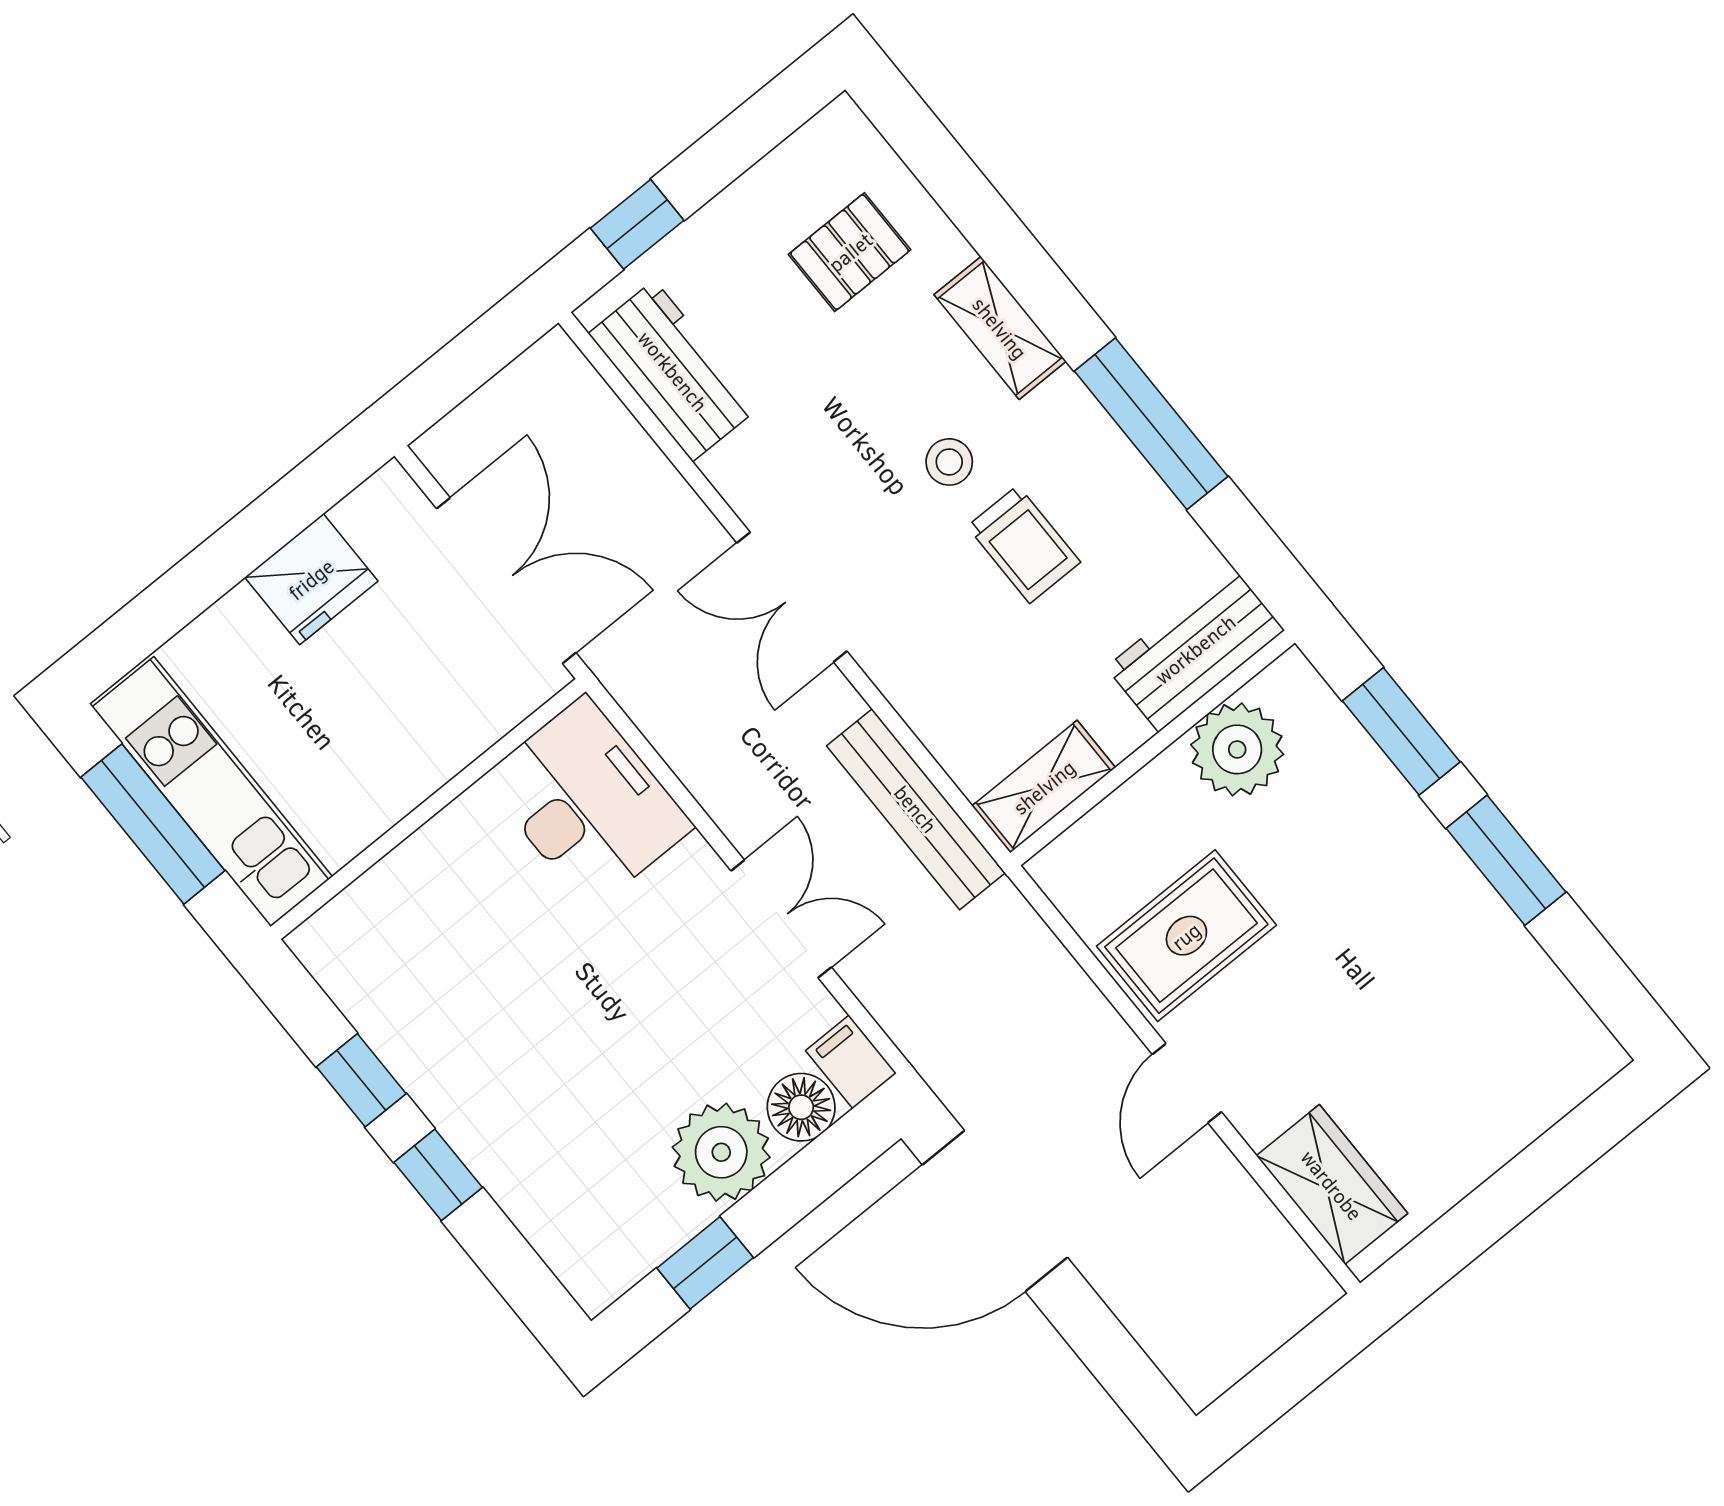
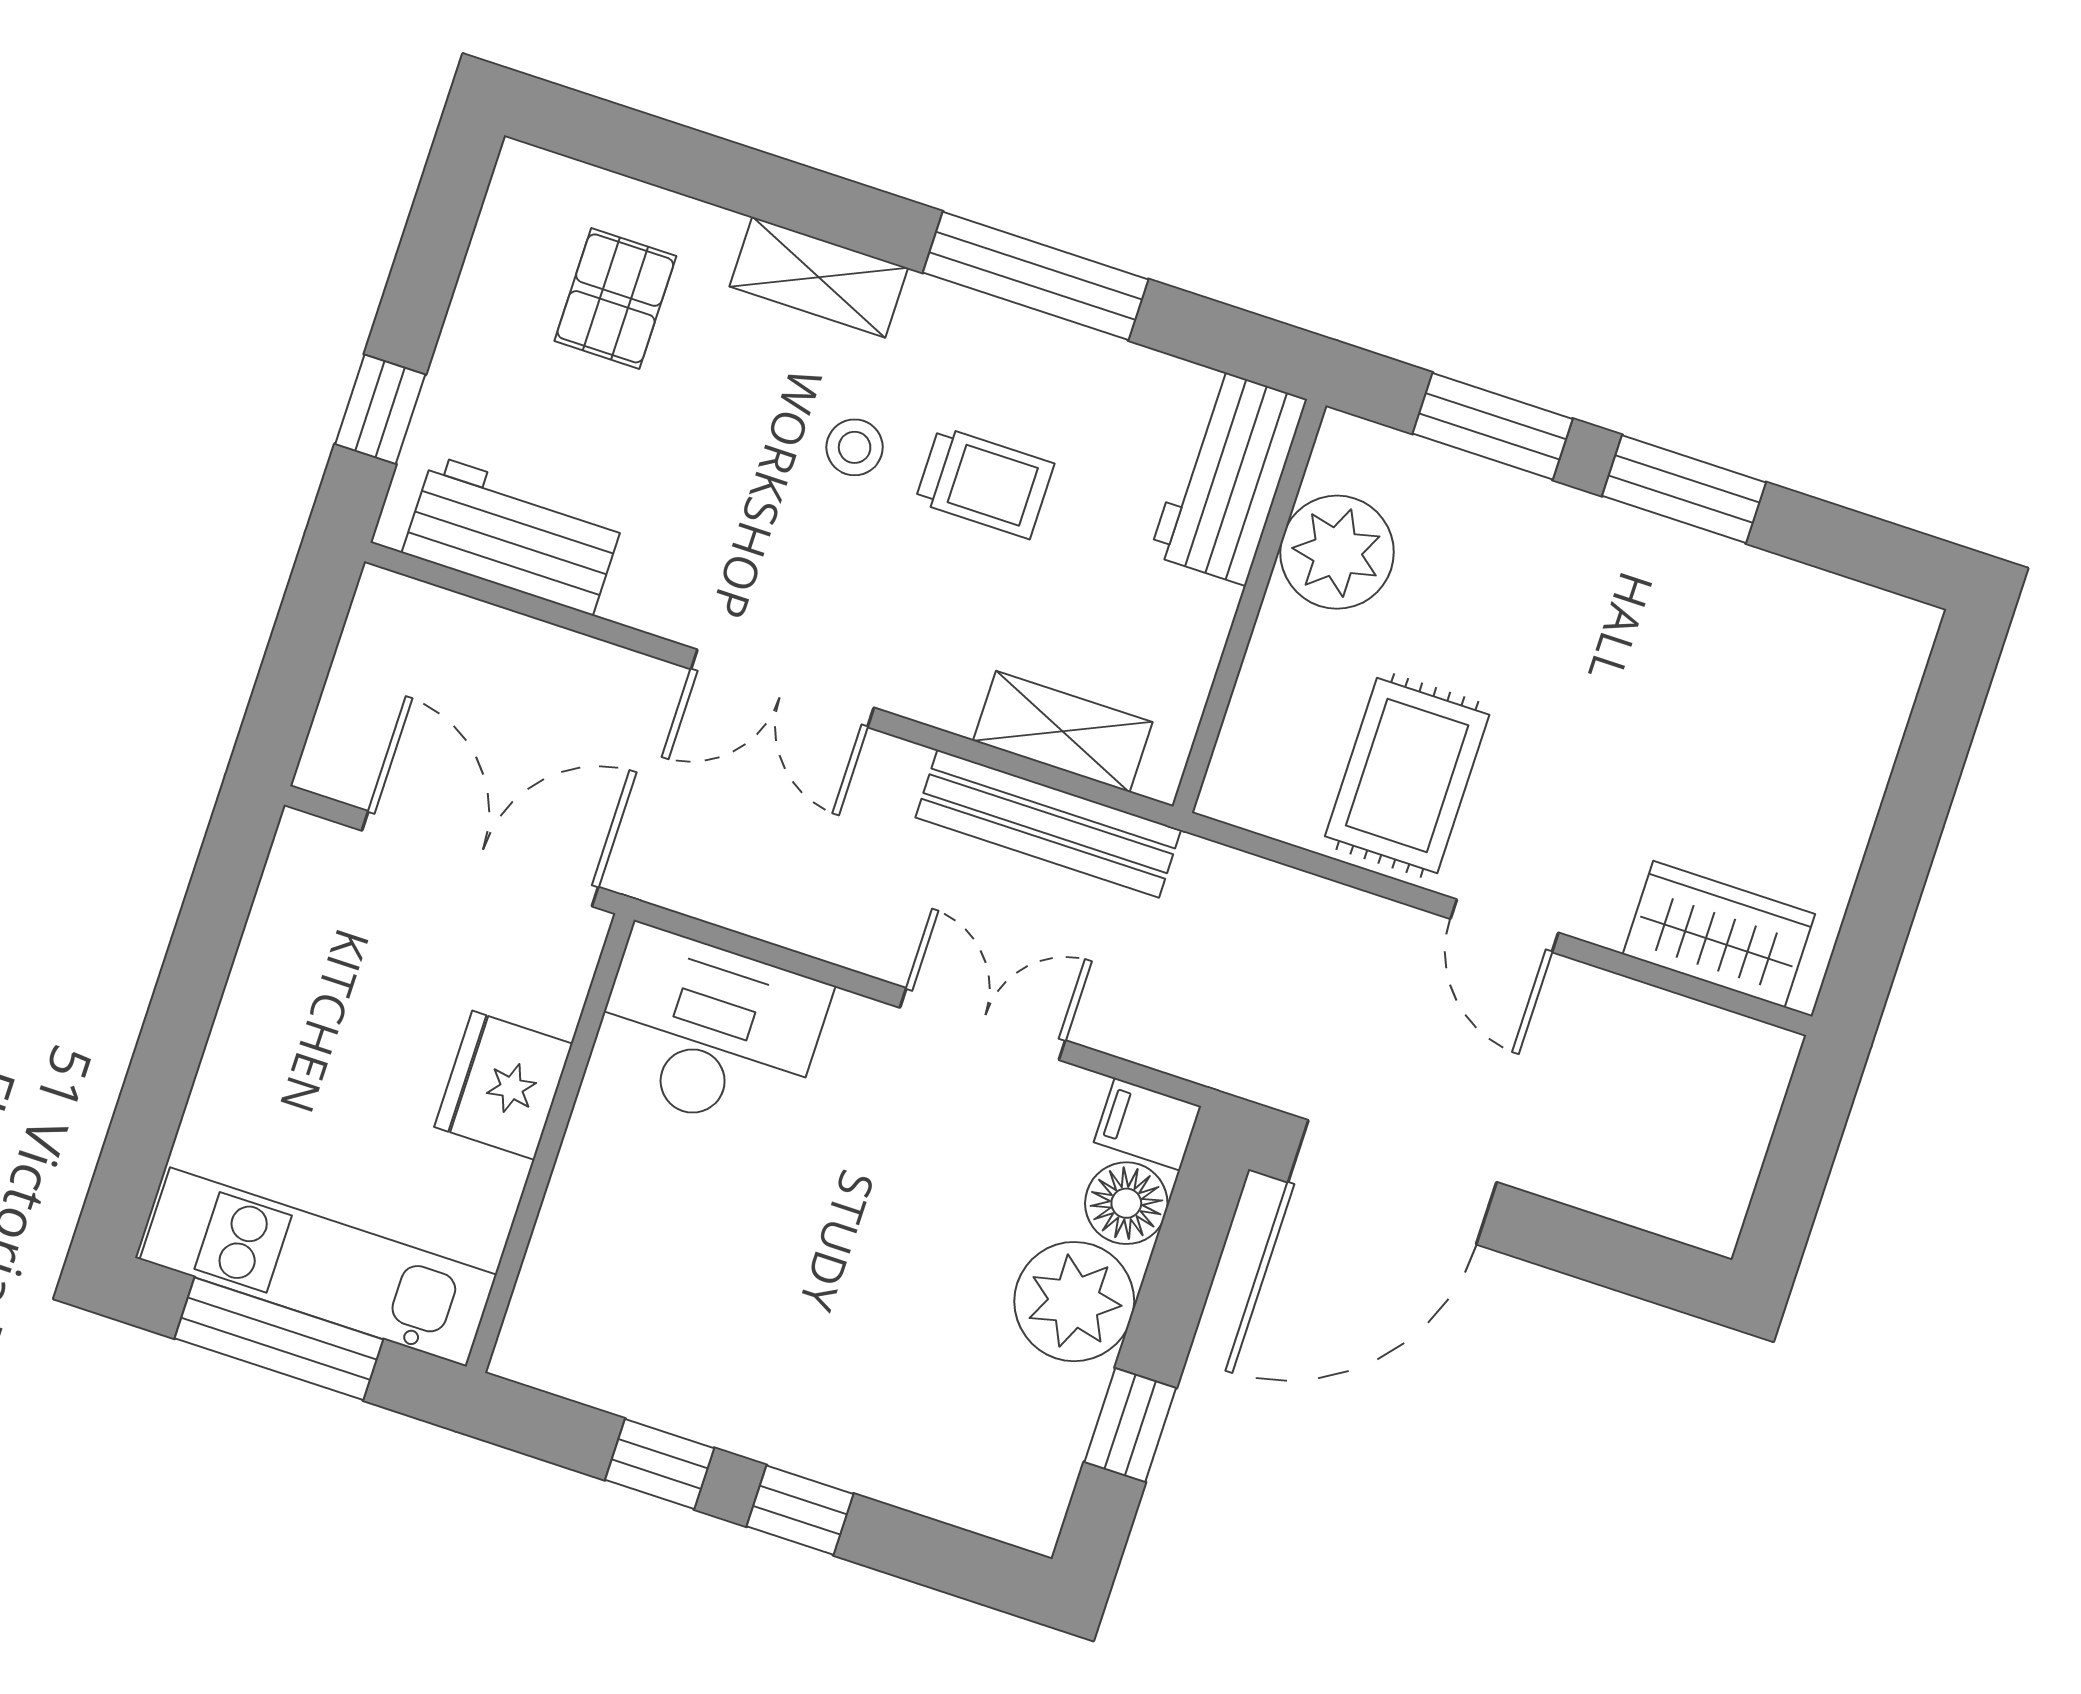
fridge: (311, 579) -> (503, 1085), moved, turned 180
shelving: (1044, 787) -> (1063, 731), moved, turned 90

